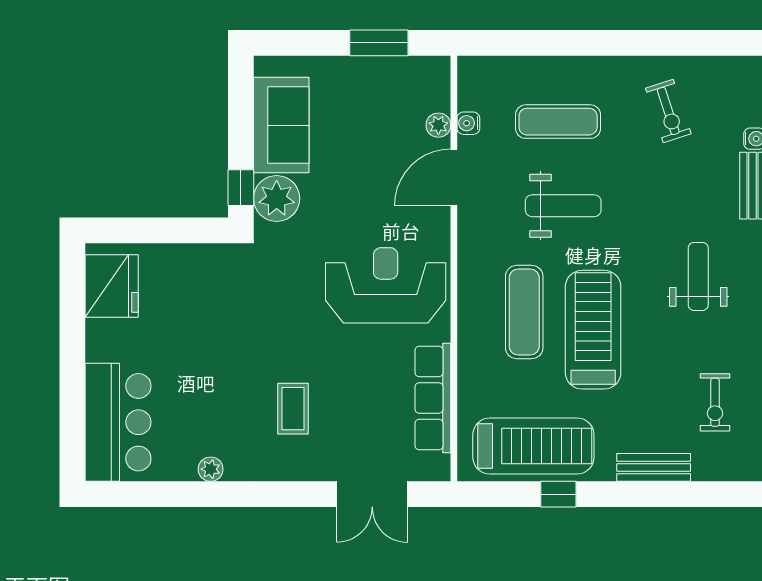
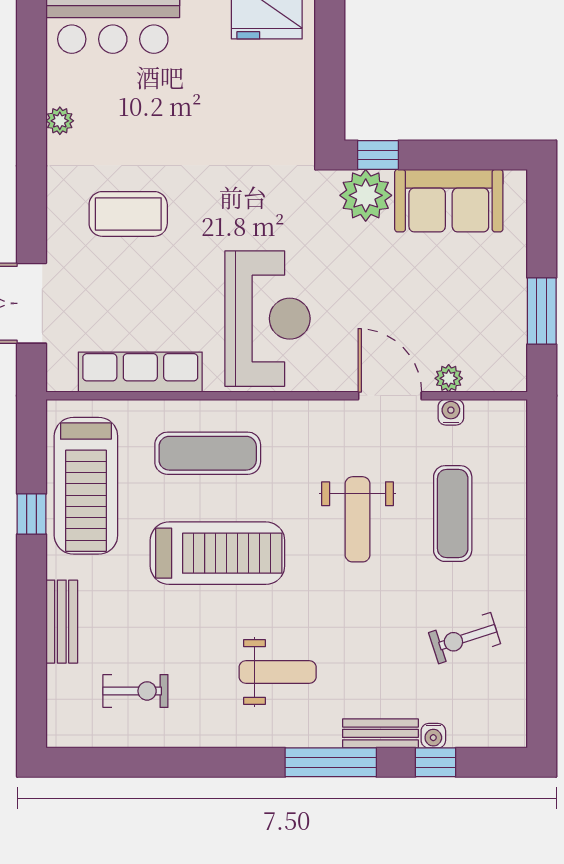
exercise mat: (524, 312) -> (208, 453), moved
exercise bike: (715, 402) -> (135, 691), turned 180
coffee table: (293, 409) -> (128, 214), width x1.36, depth x1.30

